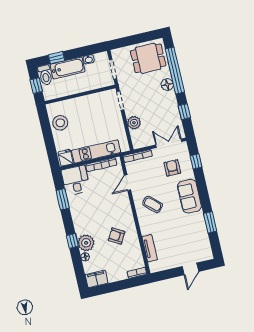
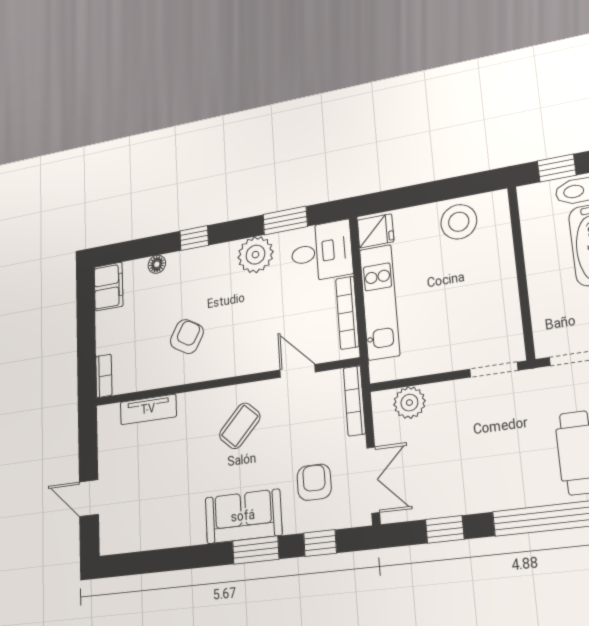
floor lamp: (167, 85) -> (519, 493), removed
plant: (134, 123) -> (409, 403), moved
armchair: (172, 168) -> (314, 482), turned -90
window: (210, 222) -> (256, 550), moved
plant: (86, 243) -> (255, 255), moved

